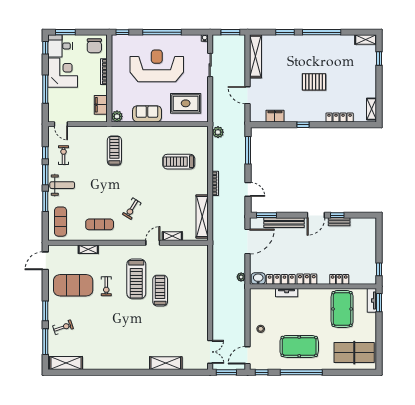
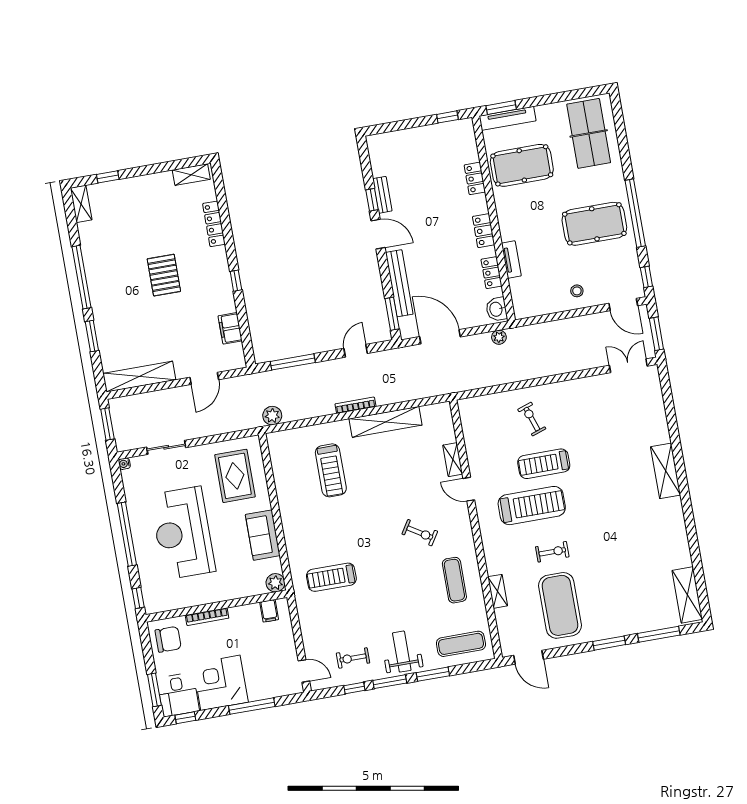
filing cabinet: (101, 105) -> (269, 611), width x0.50
door: (61, 124) -> (304, 671), hinge flipped
shelving: (202, 217) -> (386, 422), moved
locker: (281, 279) -> (492, 273), width x0.66
tv unit: (372, 300) -> (508, 118), width x1.41
exercise bike: (63, 327) -> (532, 419), moved
pool table: (299, 346) -> (594, 224), turned 90
shelving: (166, 363) -> (666, 471), moved

